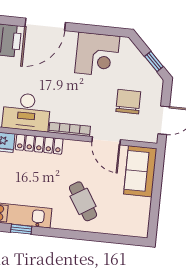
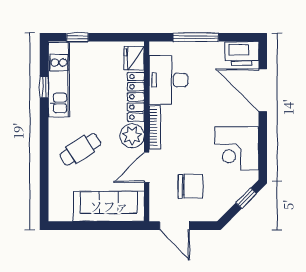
window: (154, 61) -> (246, 198), moved
plant: (75, 151) -> (132, 136), added
sofa: (140, 171) -> (109, 206), width x1.36

